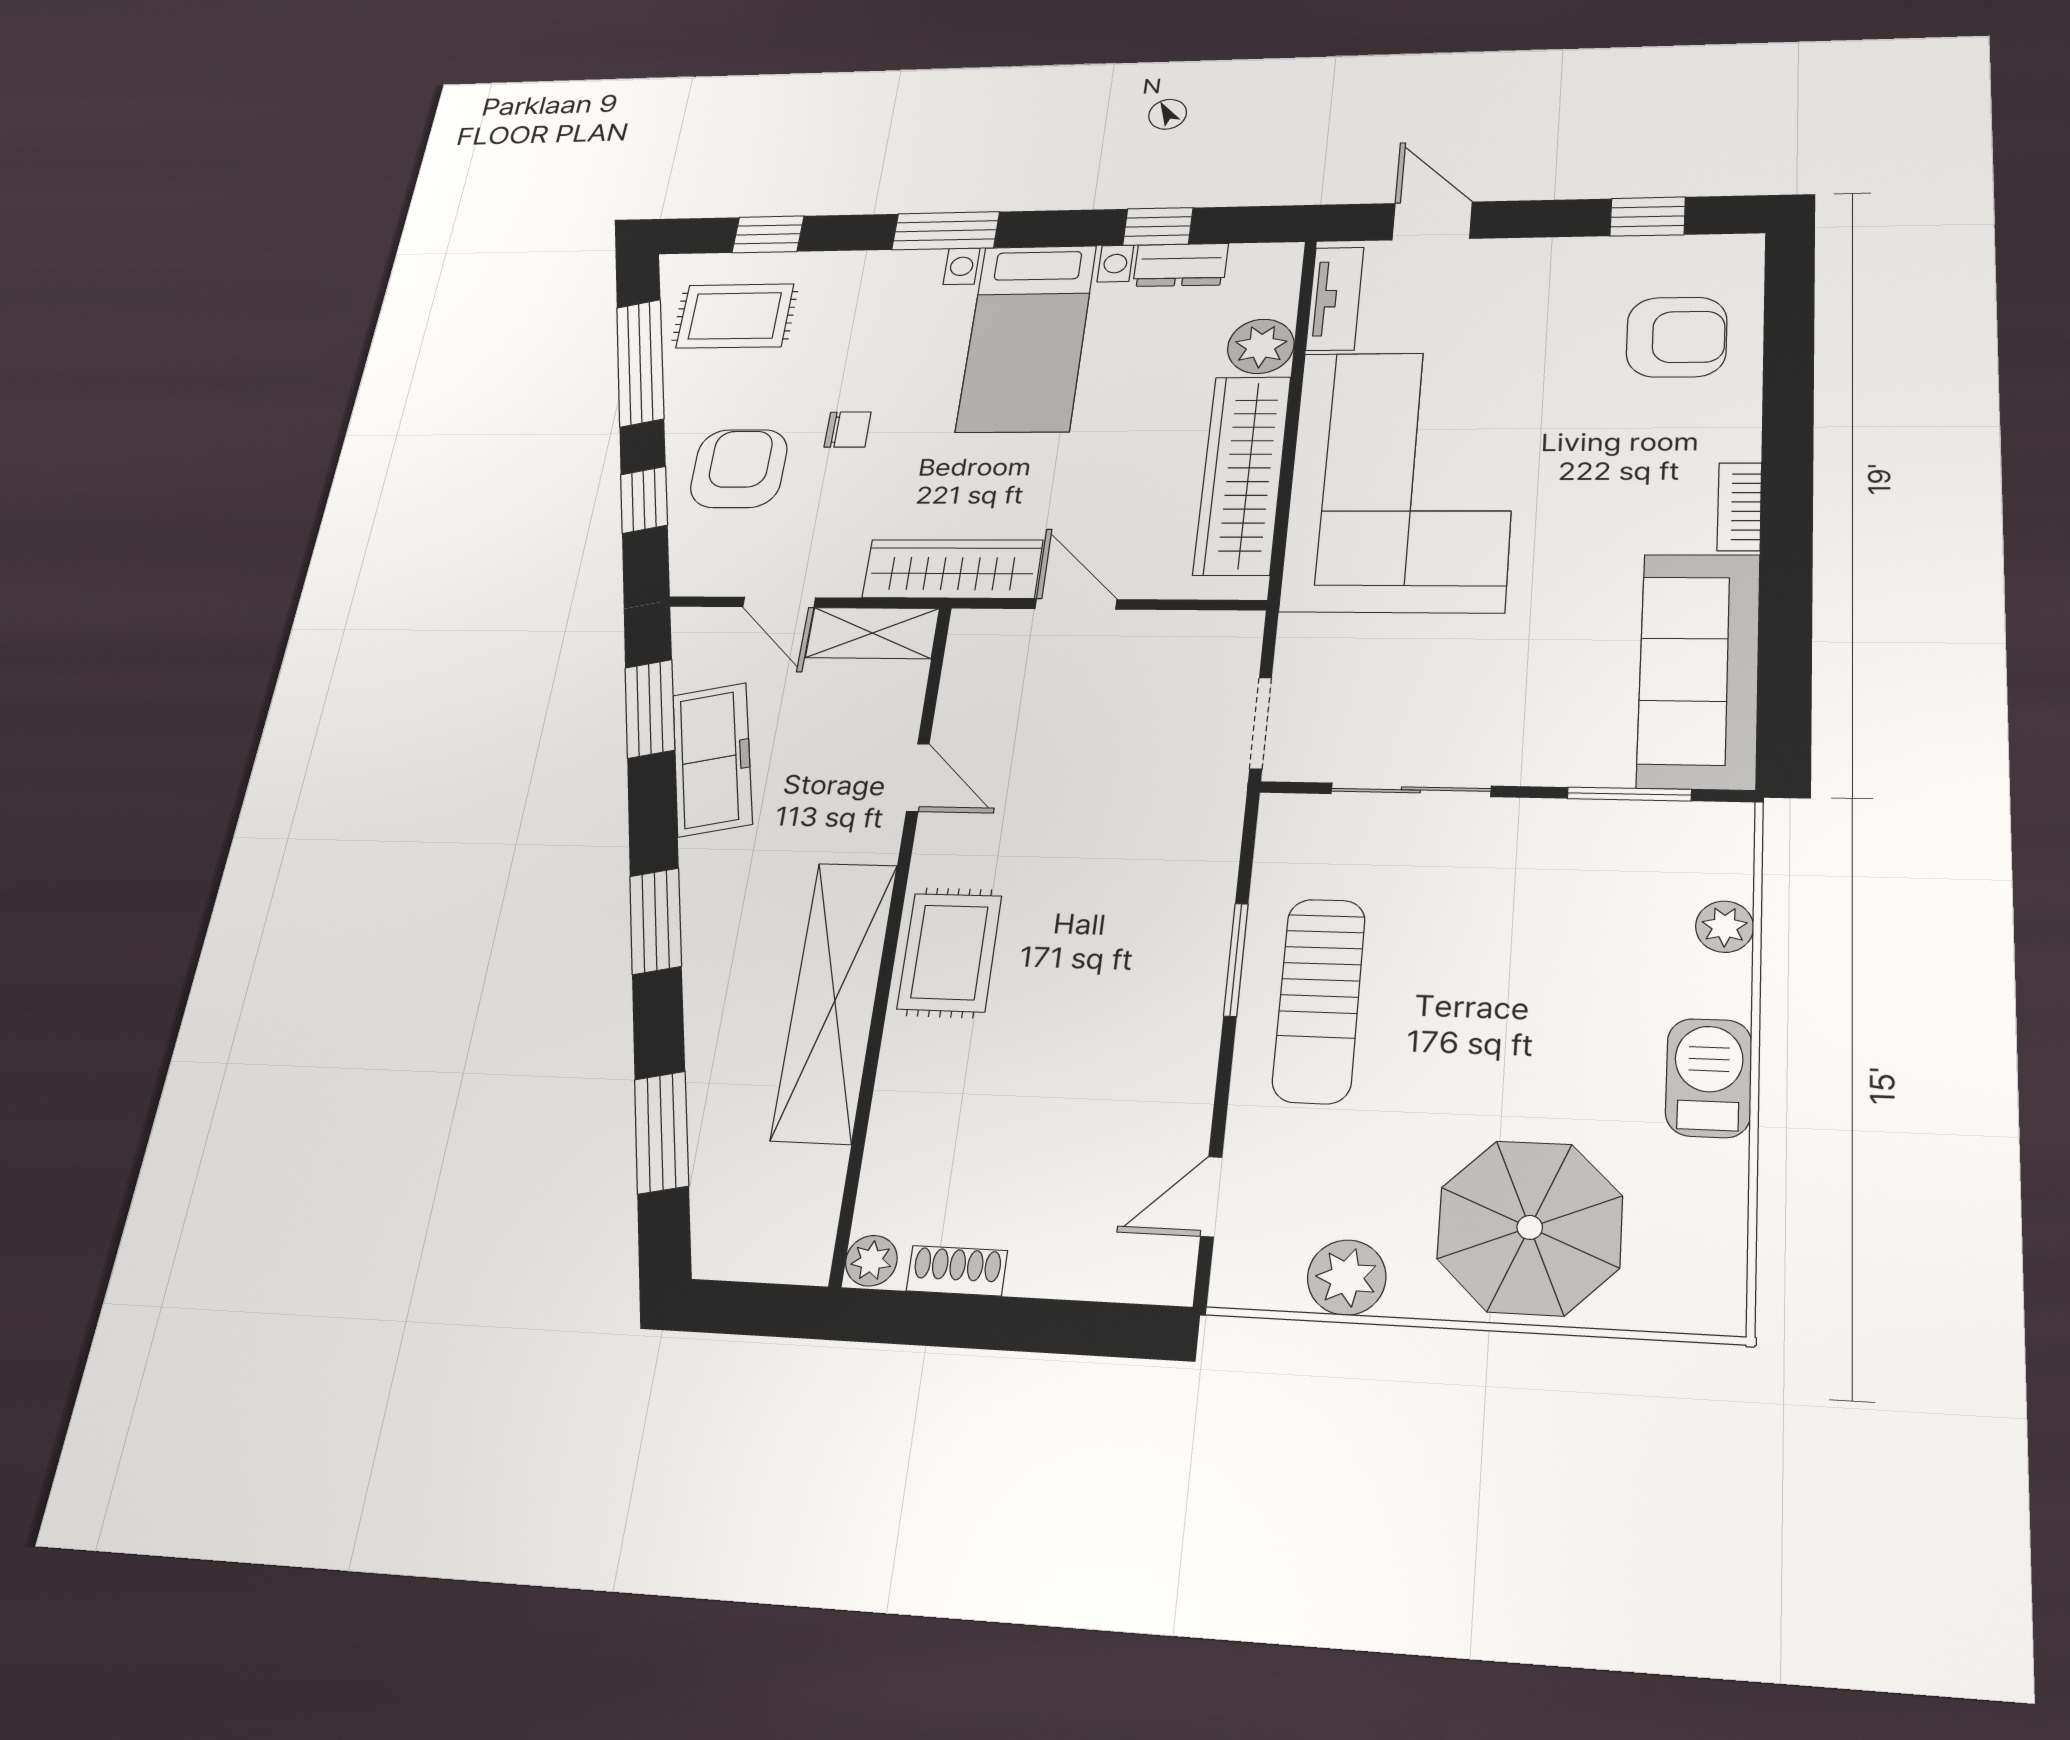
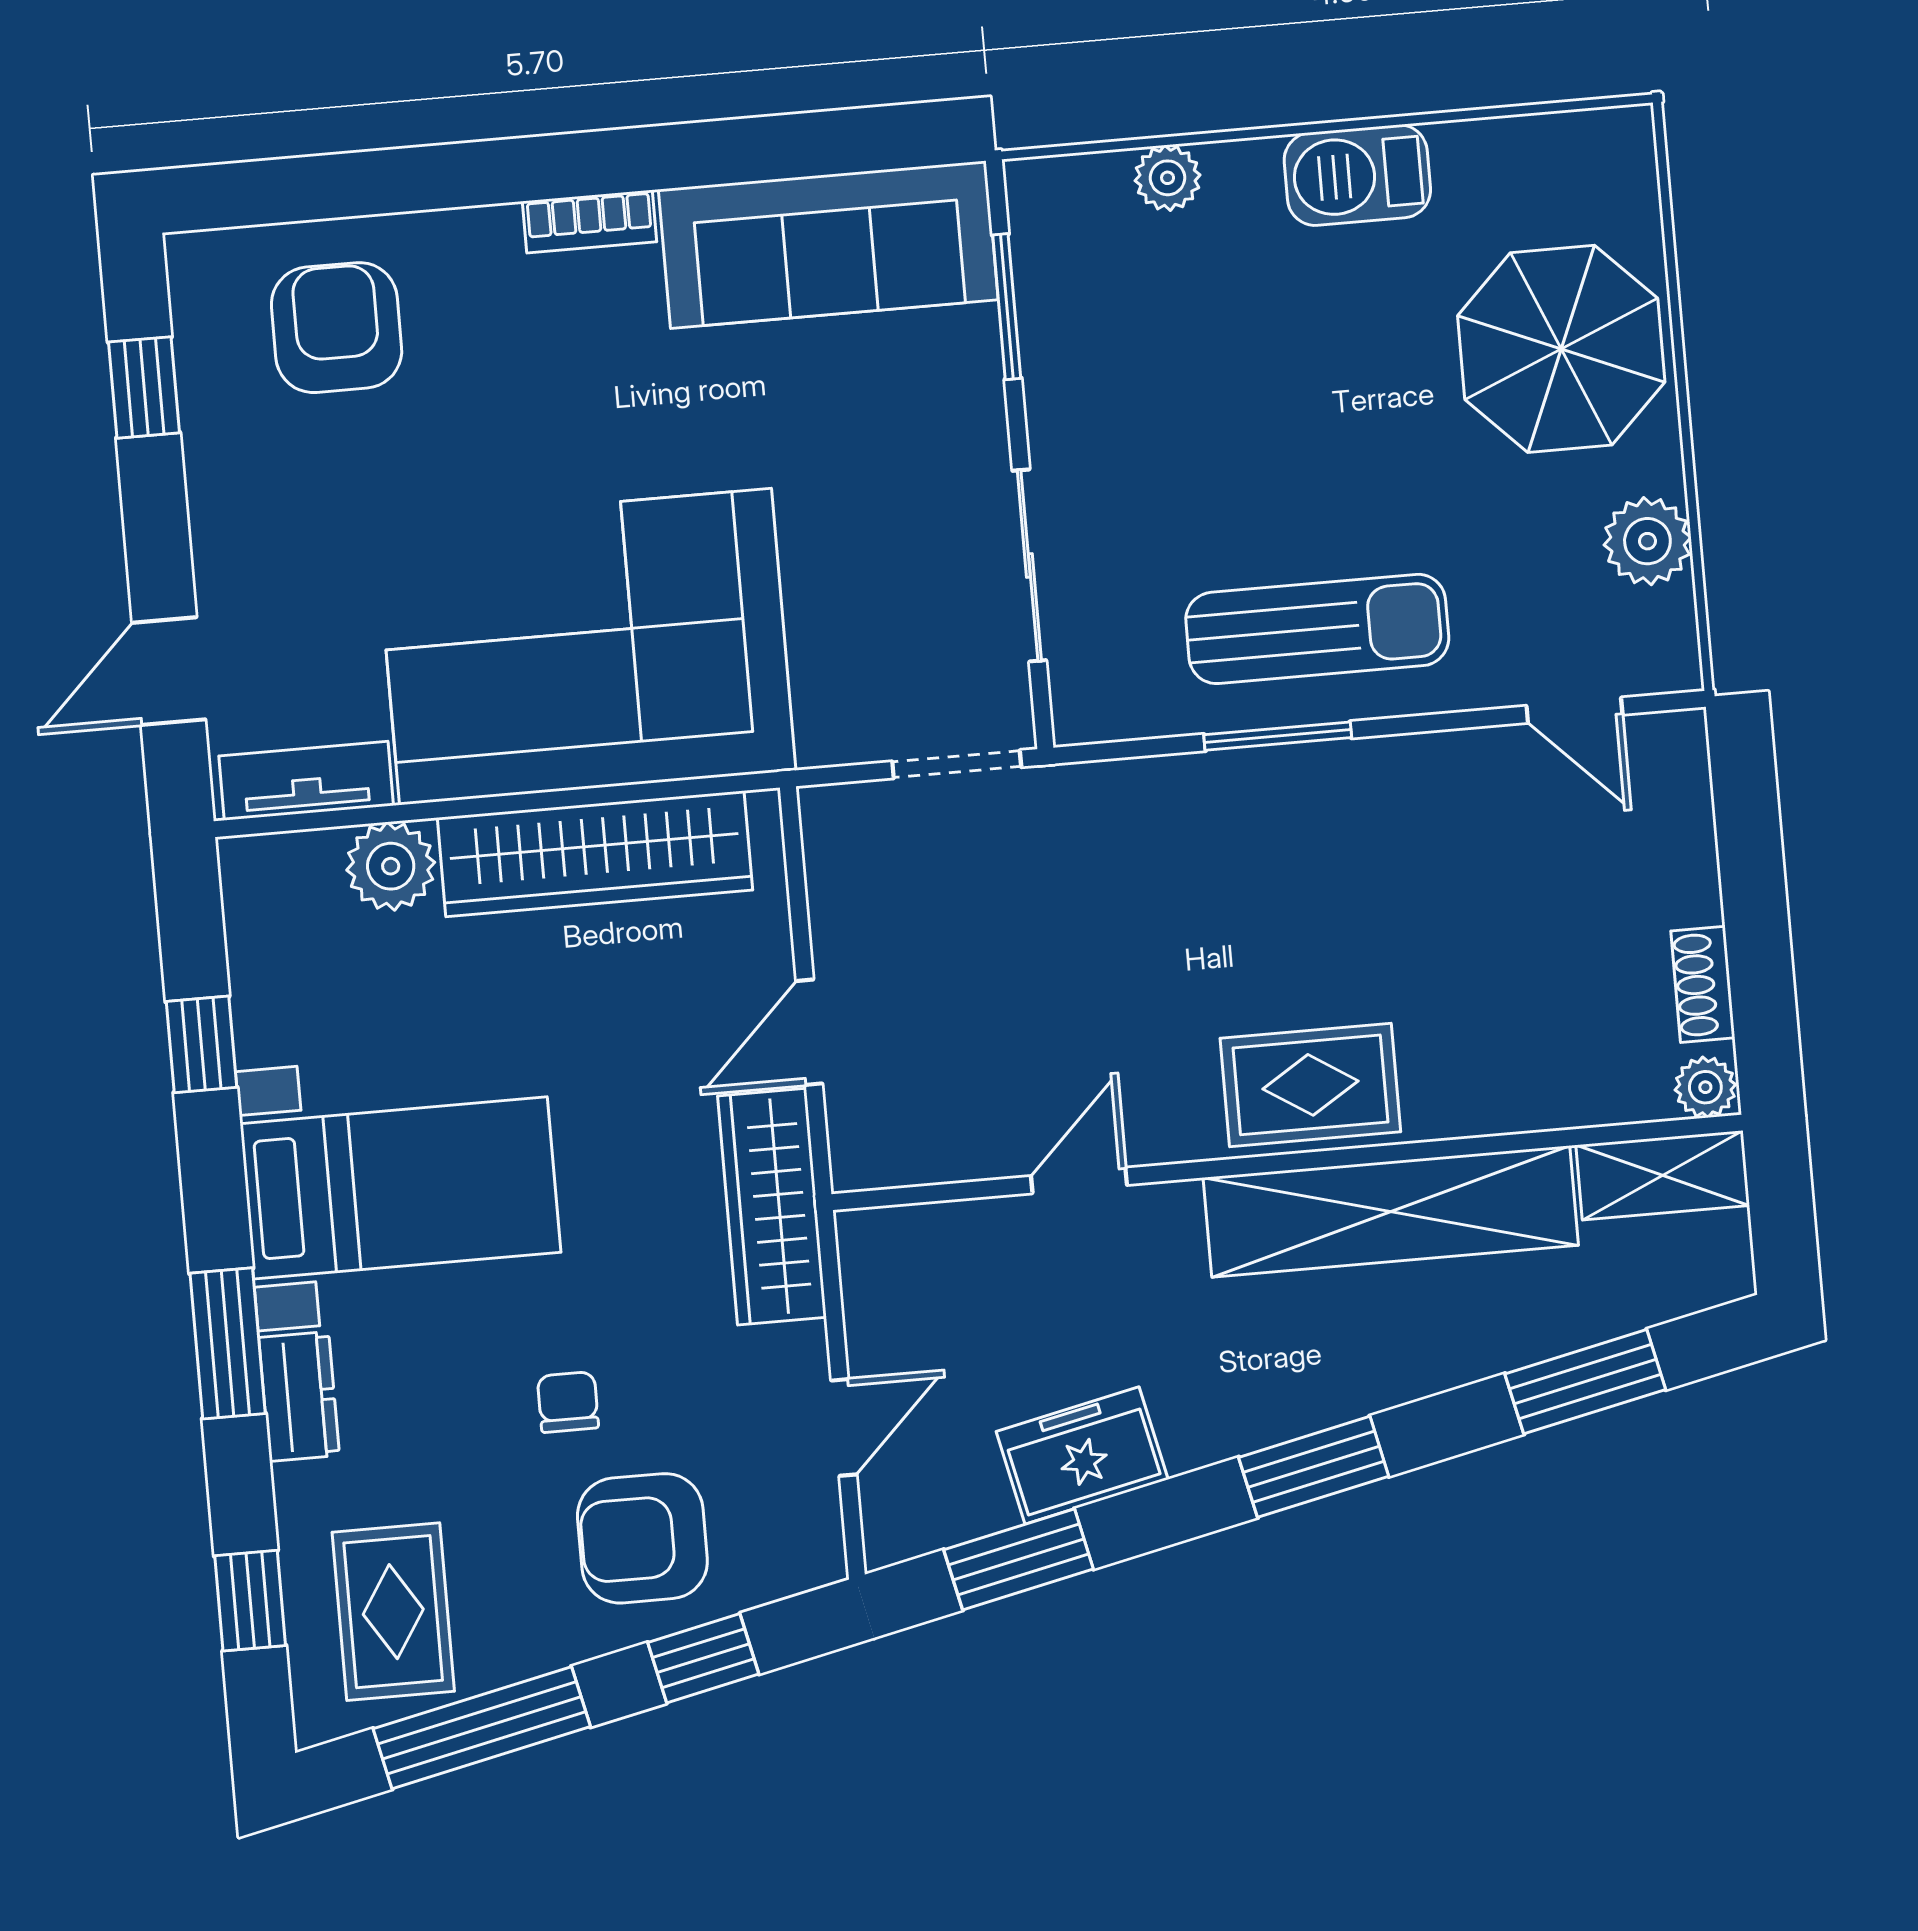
dresser: (1181, 265) -> (299, 1396), moved
shelving: (872, 633) -> (1663, 1175), moved, turned 90
freezer: (712, 759) -> (1082, 1455), width x0.71

